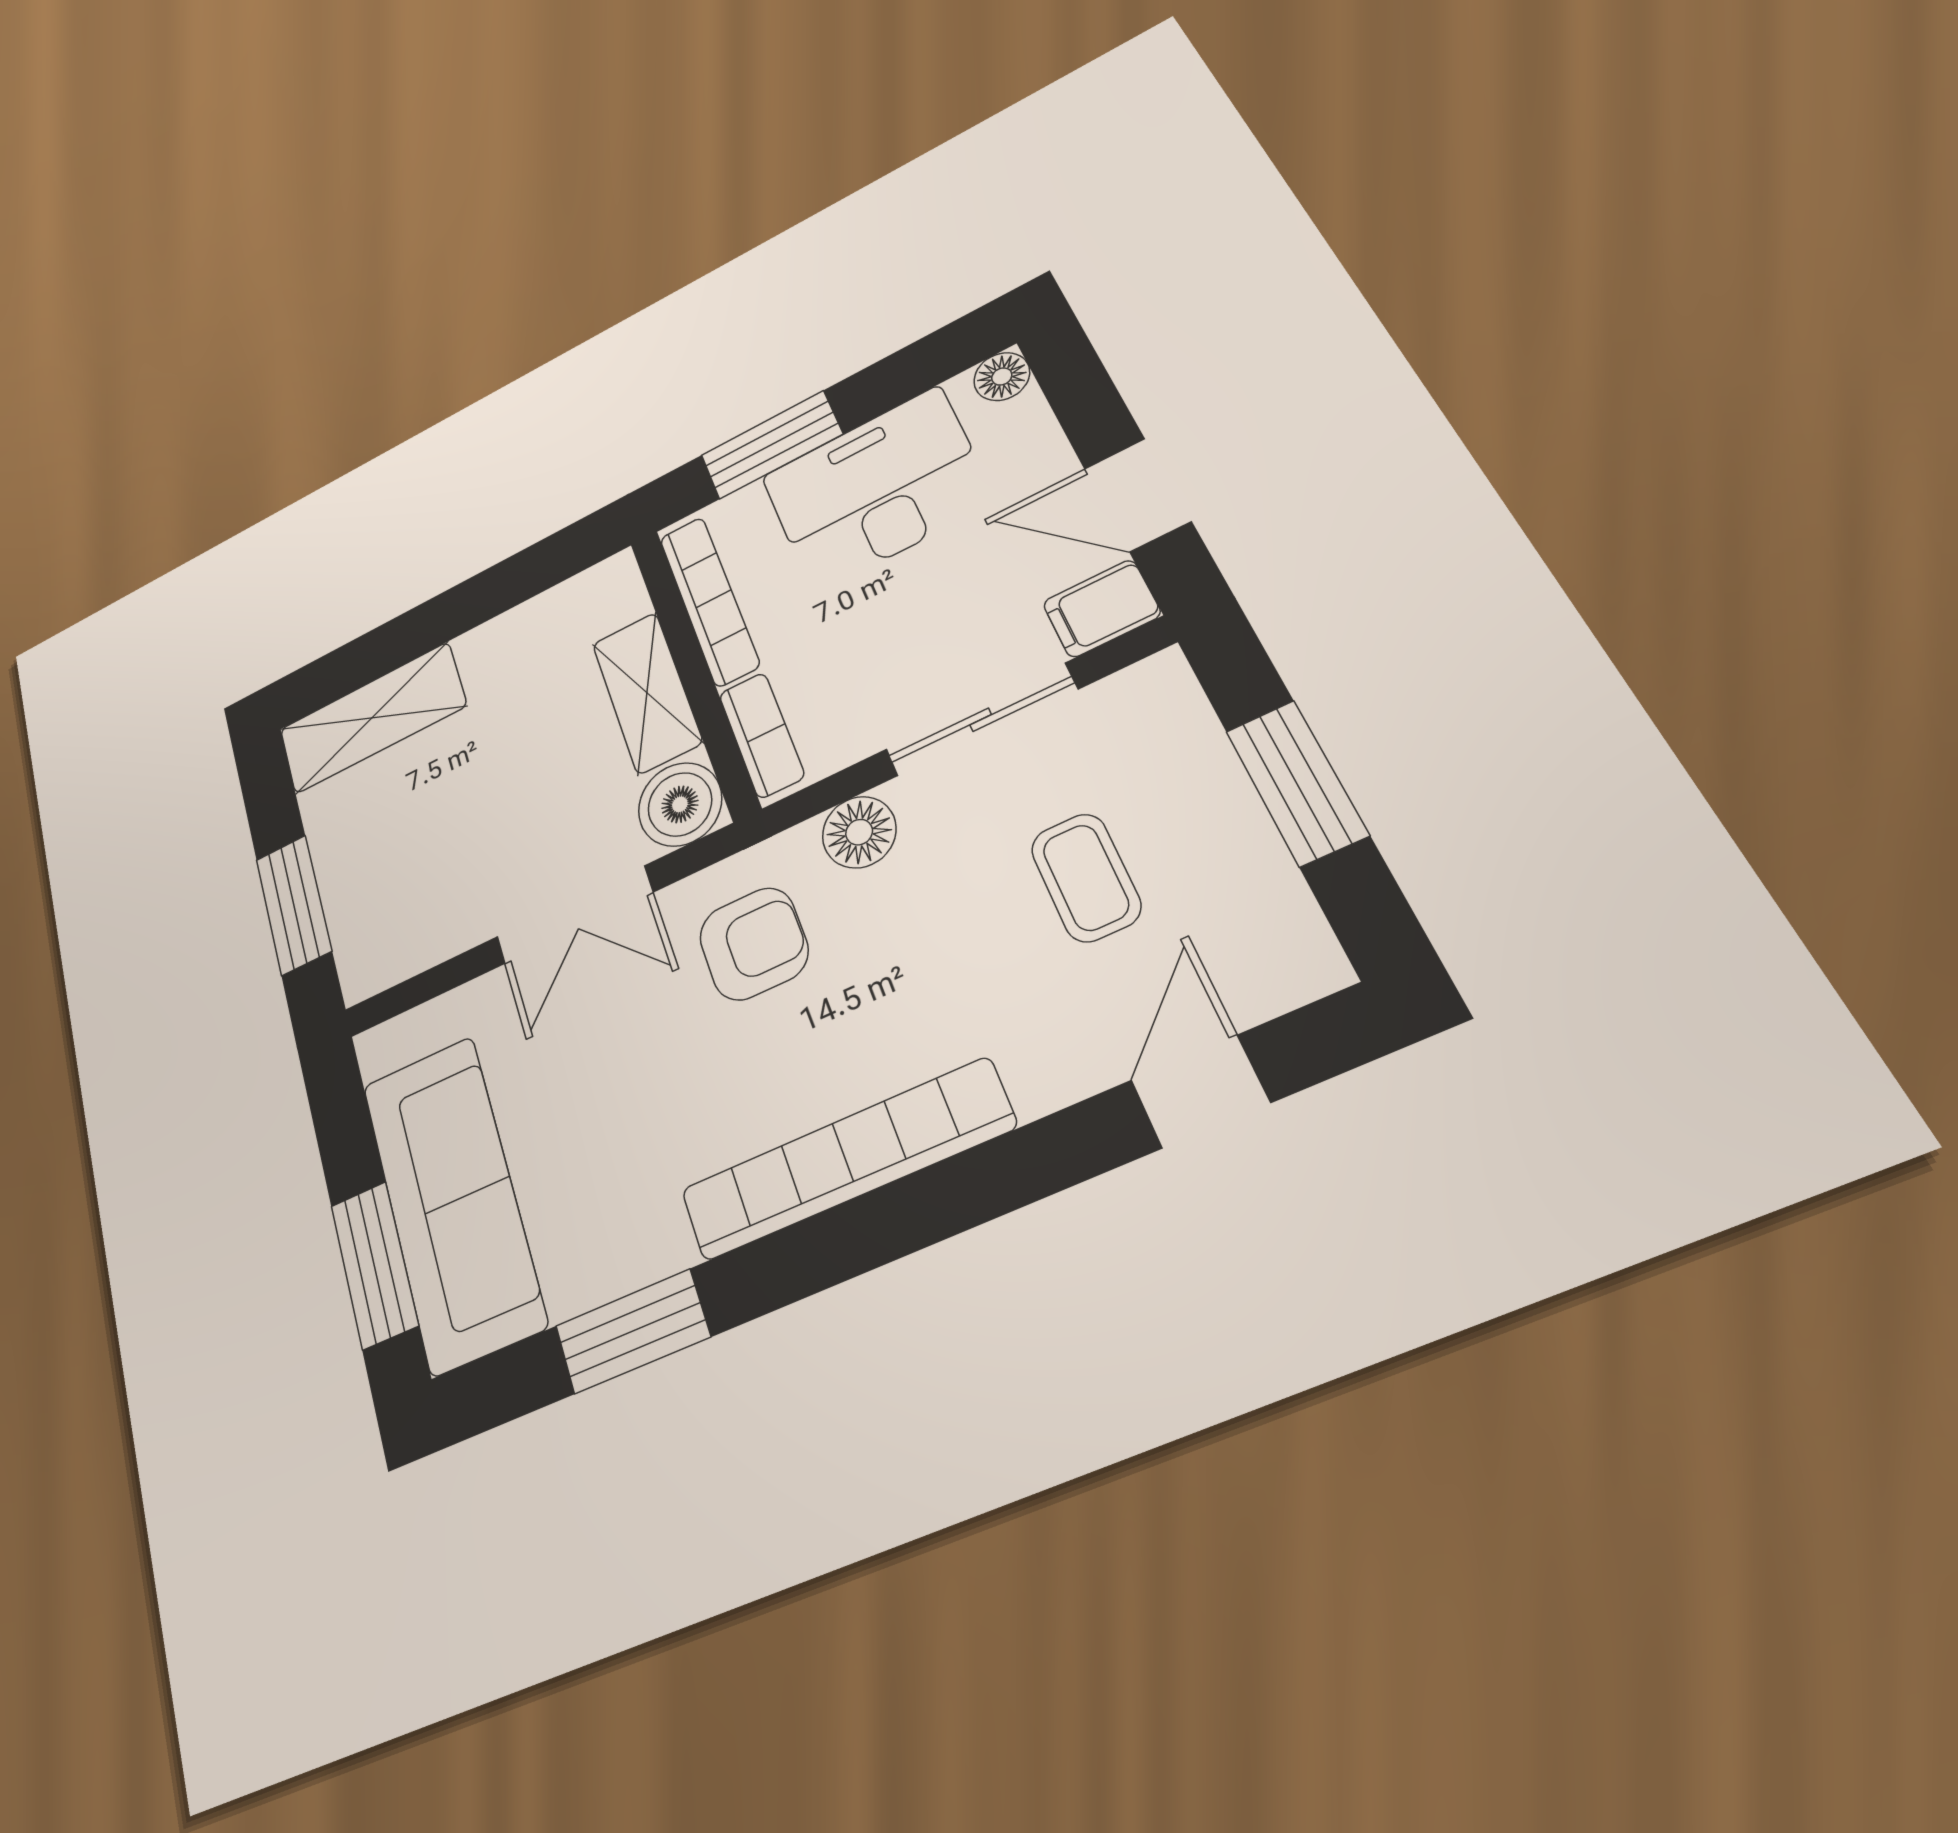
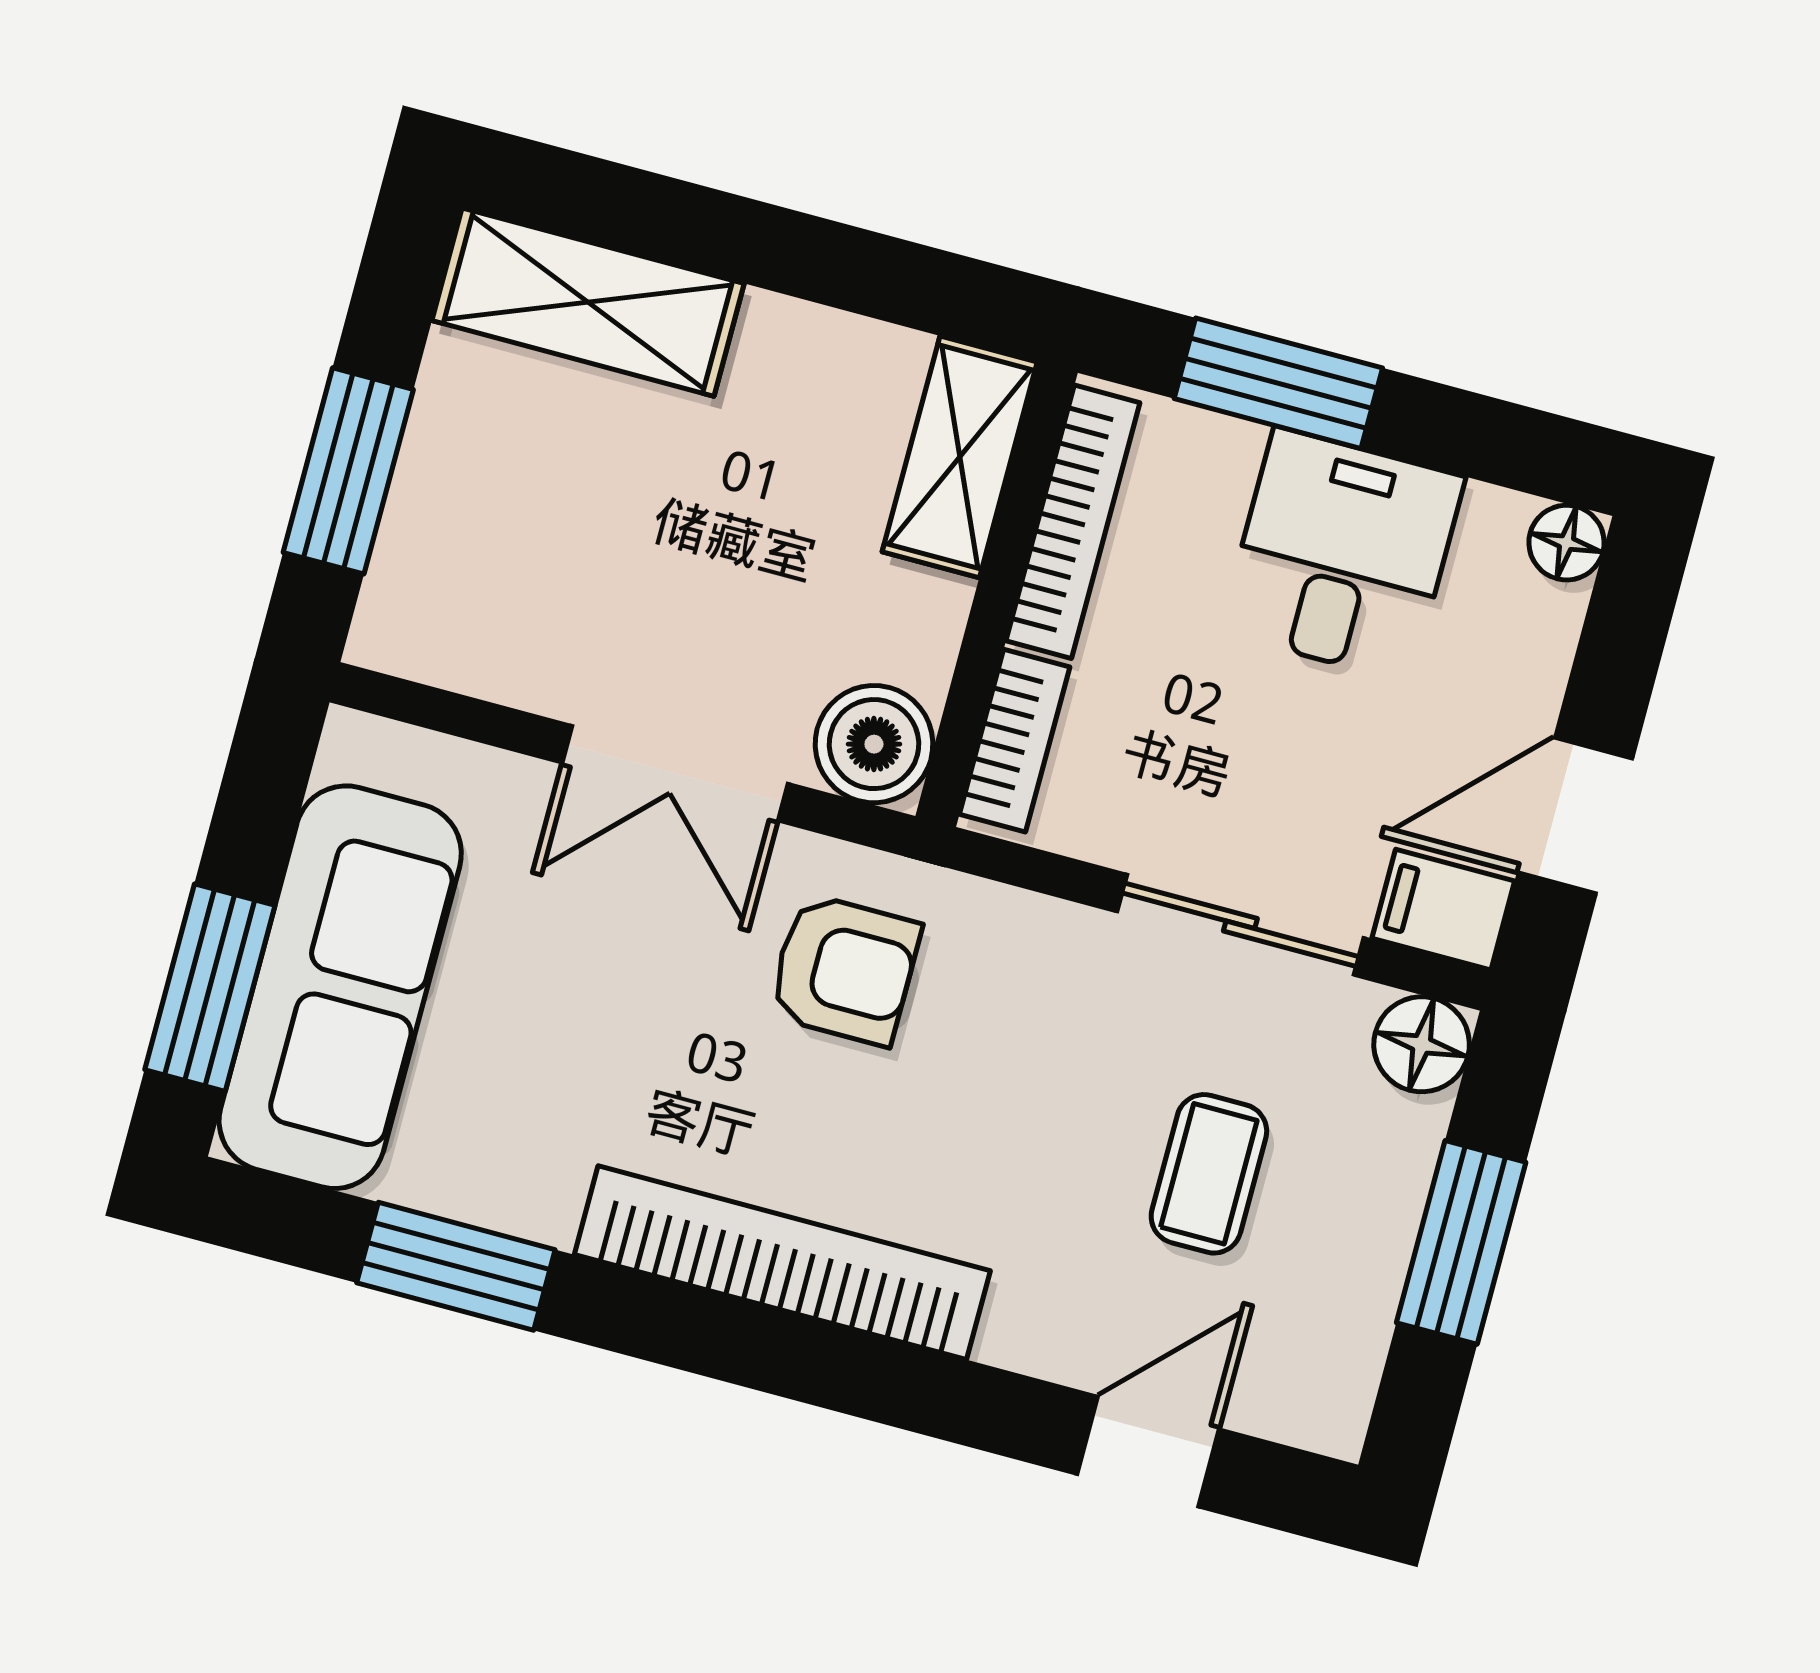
desk: (877, 489) -> (1342, 555), width x0.73
door: (1137, 495) -> (1576, 816), hinge flipped
shelving: (647, 693) -> (960, 457), moved
floor lamp: (859, 832) -> (1422, 1044), moved

